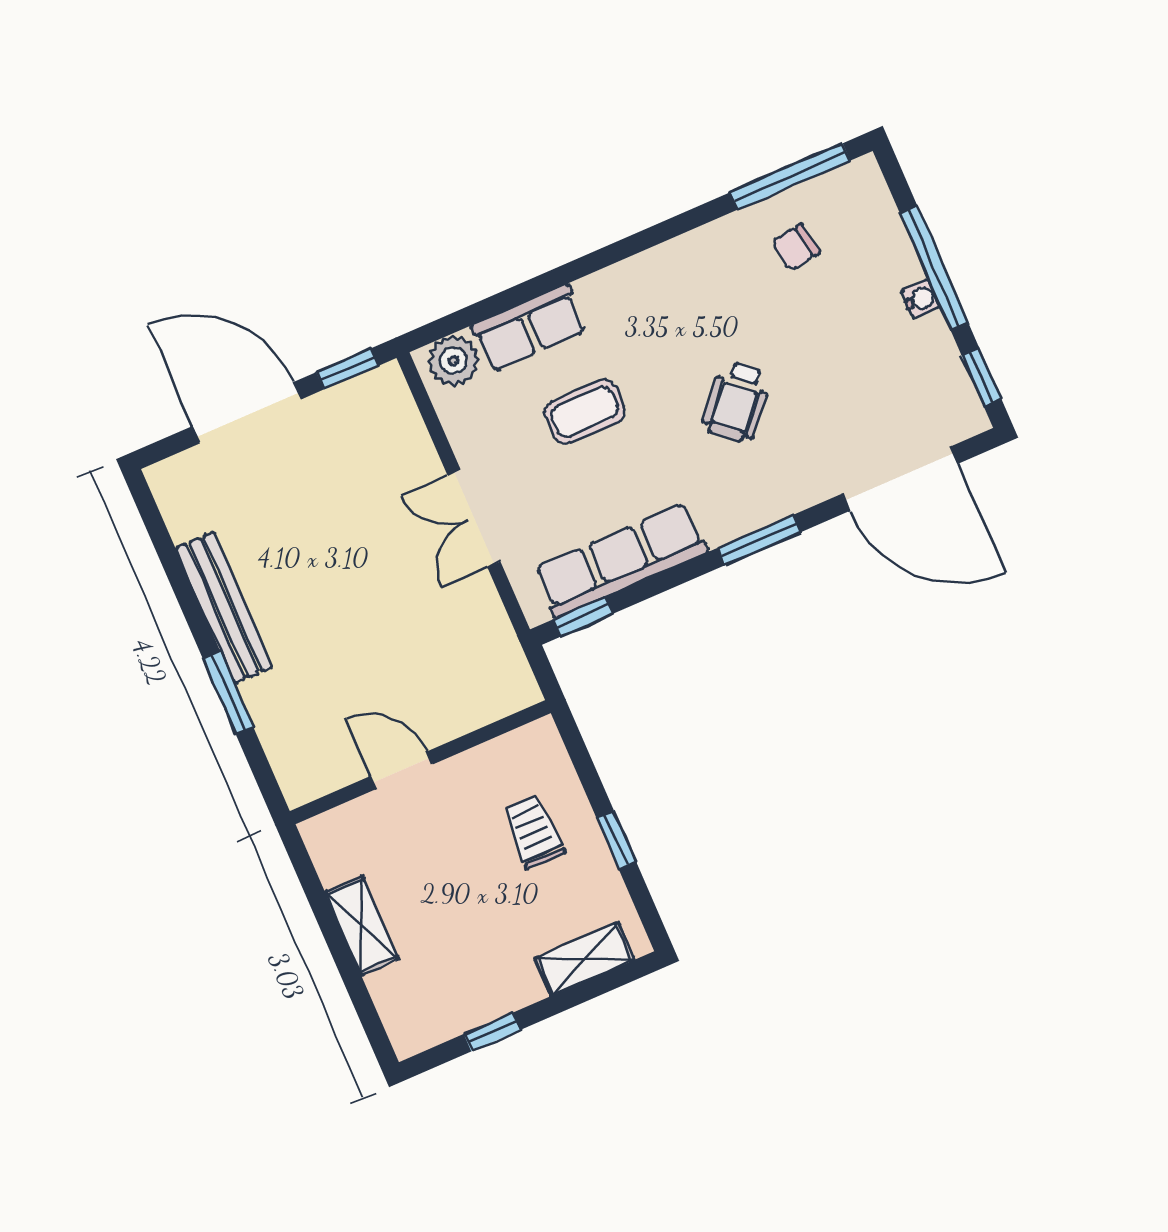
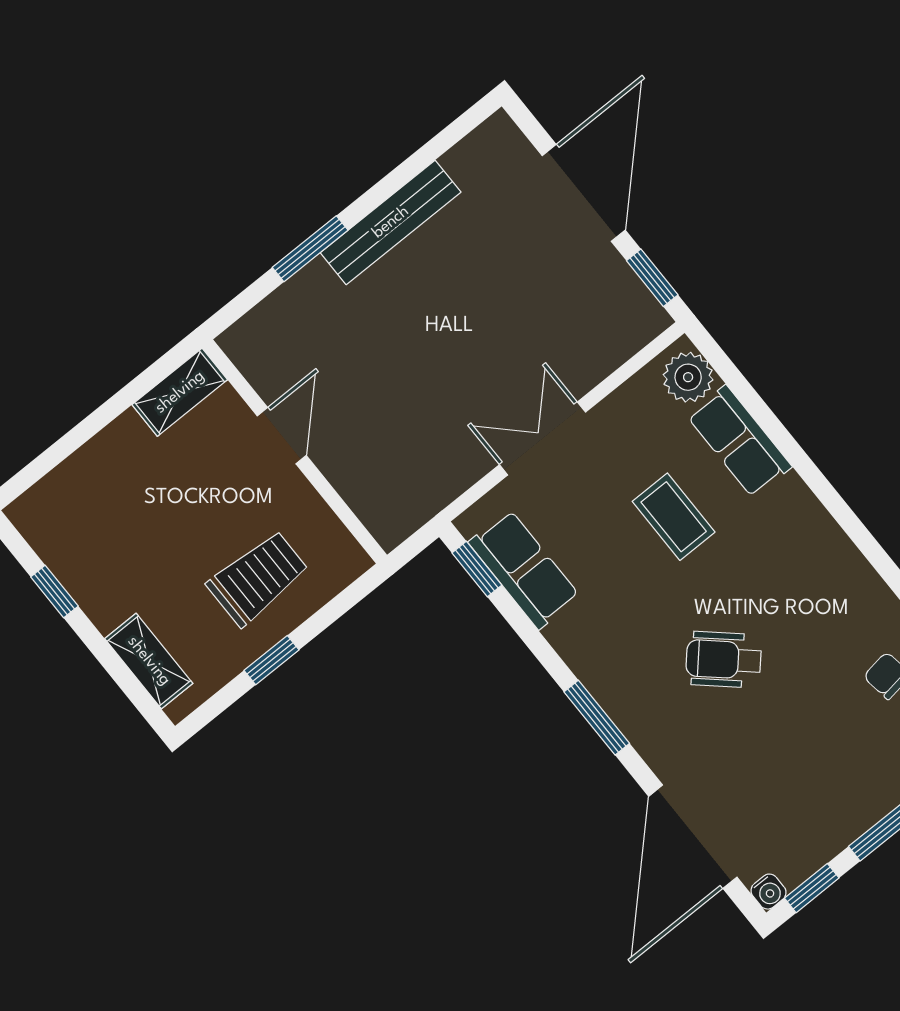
water cooler: (921, 299) -> (768, 892), moved
row of seats: (621, 560) -> (524, 569), width x0.68
trolley: (533, 831) -> (258, 578), width x1.36, depth x1.39
shelving: (362, 926) -> (180, 392), moved

